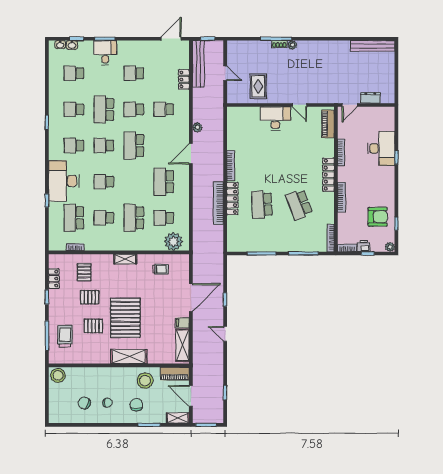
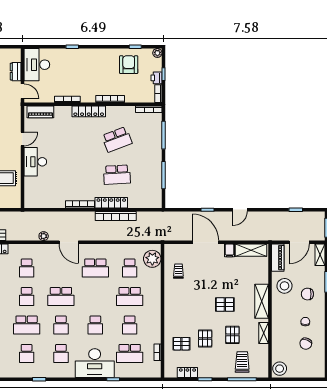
desk: (381, 148) -> (37, 65), moved, turned -90
shelving: (125, 259) -> (264, 333), moved
pallet: (125, 318) -> (225, 305), width x0.49, depth x0.50
trolley: (65, 336) -> (242, 362), turned 90

